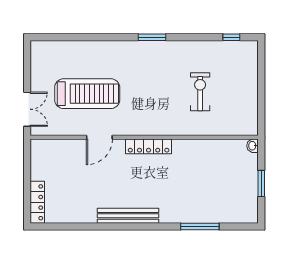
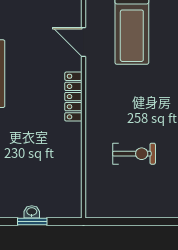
washbasin: (253, 146) -> (32, 212), moved

